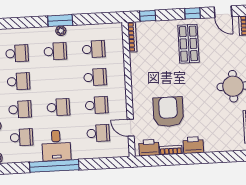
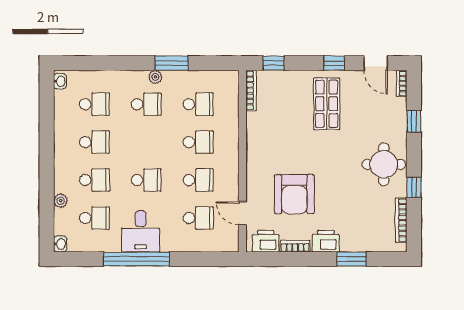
window: (60, 21) -> (172, 63), moved
armchair: (168, 112) -> (294, 194), turned 180
window: (213, 157) -> (352, 259), added

